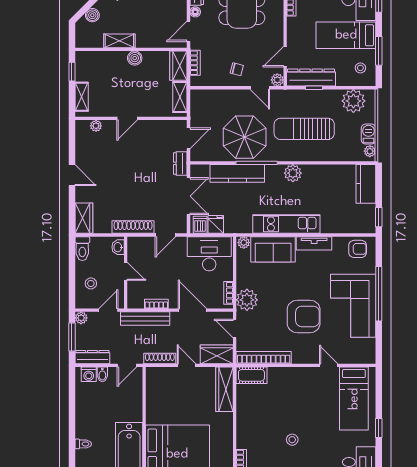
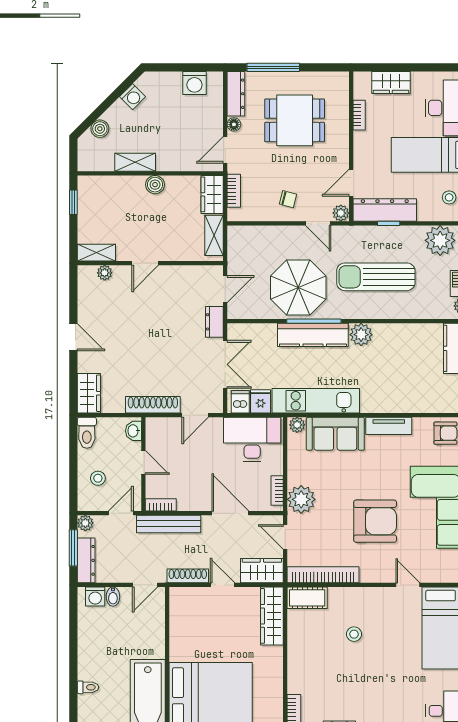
shelving: (82, 97) -> (96, 253), moved, turned 90
kitchen counter: (237, 173) -> (313, 335), moved
kitchen unit: (286, 224) -> (316, 401), moved
bookcase: (156, 304) -> (161, 505), moved
dresser: (92, 357) -> (86, 560), moved, turned 90
stool: (292, 440) -> (354, 634), moved

